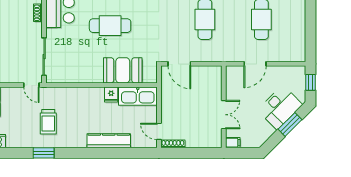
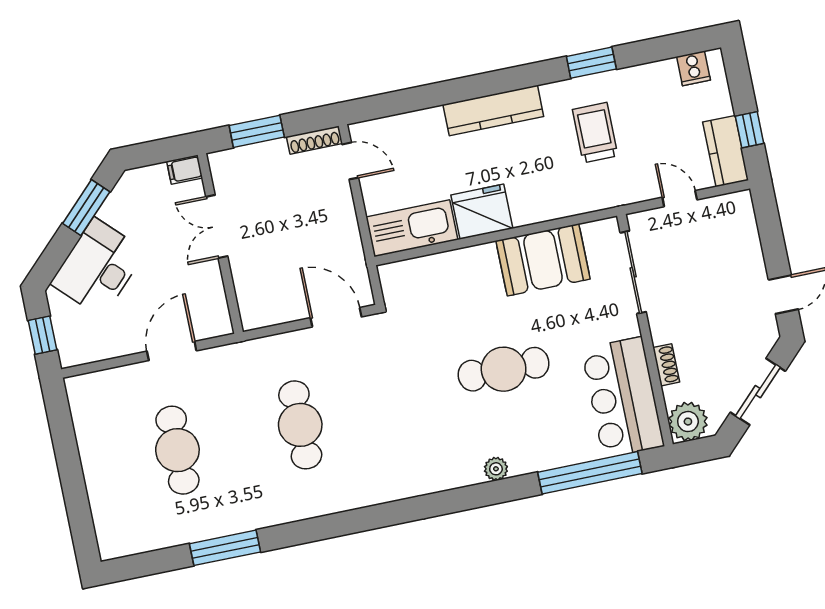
booth: (123, 70) -> (543, 260), moved
door: (31, 85) -> (680, 199), moved
fridge: (111, 95) -> (482, 212), width x1.88, depth x1.34
window: (290, 124) -> (86, 208), moved
kitchen counter: (109, 141) -> (493, 110), moved
window: (197, 153) -> (257, 131), added

